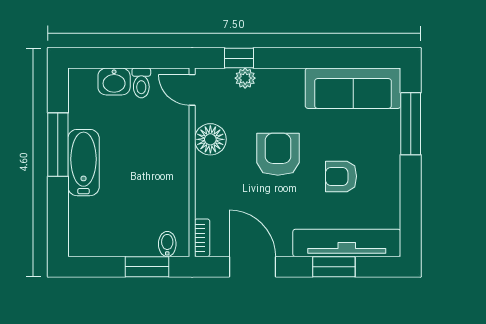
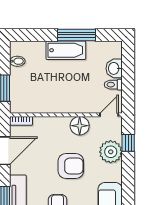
plant: (245, 78) -> (111, 152), width x1.88, depth x1.88
bidet: (167, 244) -> (17, 61), moved

